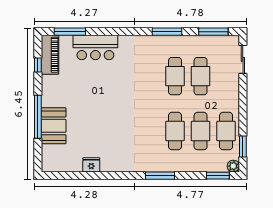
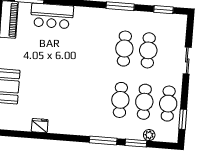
window: (213, 32) -> (164, 10), width x0.69
sliding door: (243, 59) -> (187, 61), moved
plant: (233, 166) -> (149, 135), moved
window: (218, 176) -> (136, 143), moved

